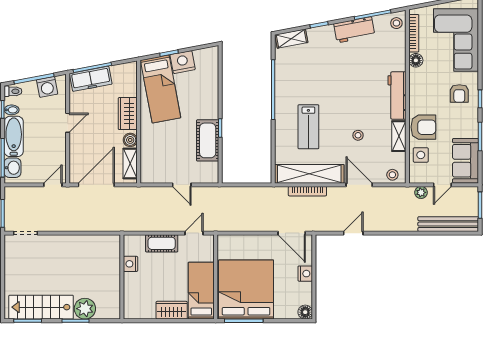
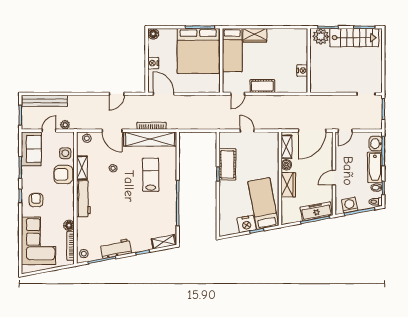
nightstand: (131, 264) -> (302, 70), moved
wall: (122, 277) -> (309, 61), moved

